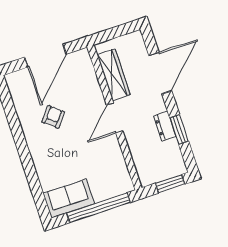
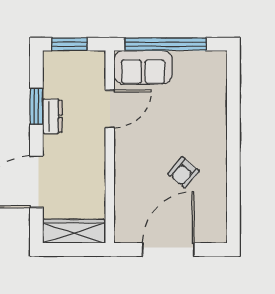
wardrobe: (114, 75) -> (74, 231), moved, turned 90
door: (115, 118) -> (110, 109), moved
sofa: (69, 199) -> (143, 67), moved

